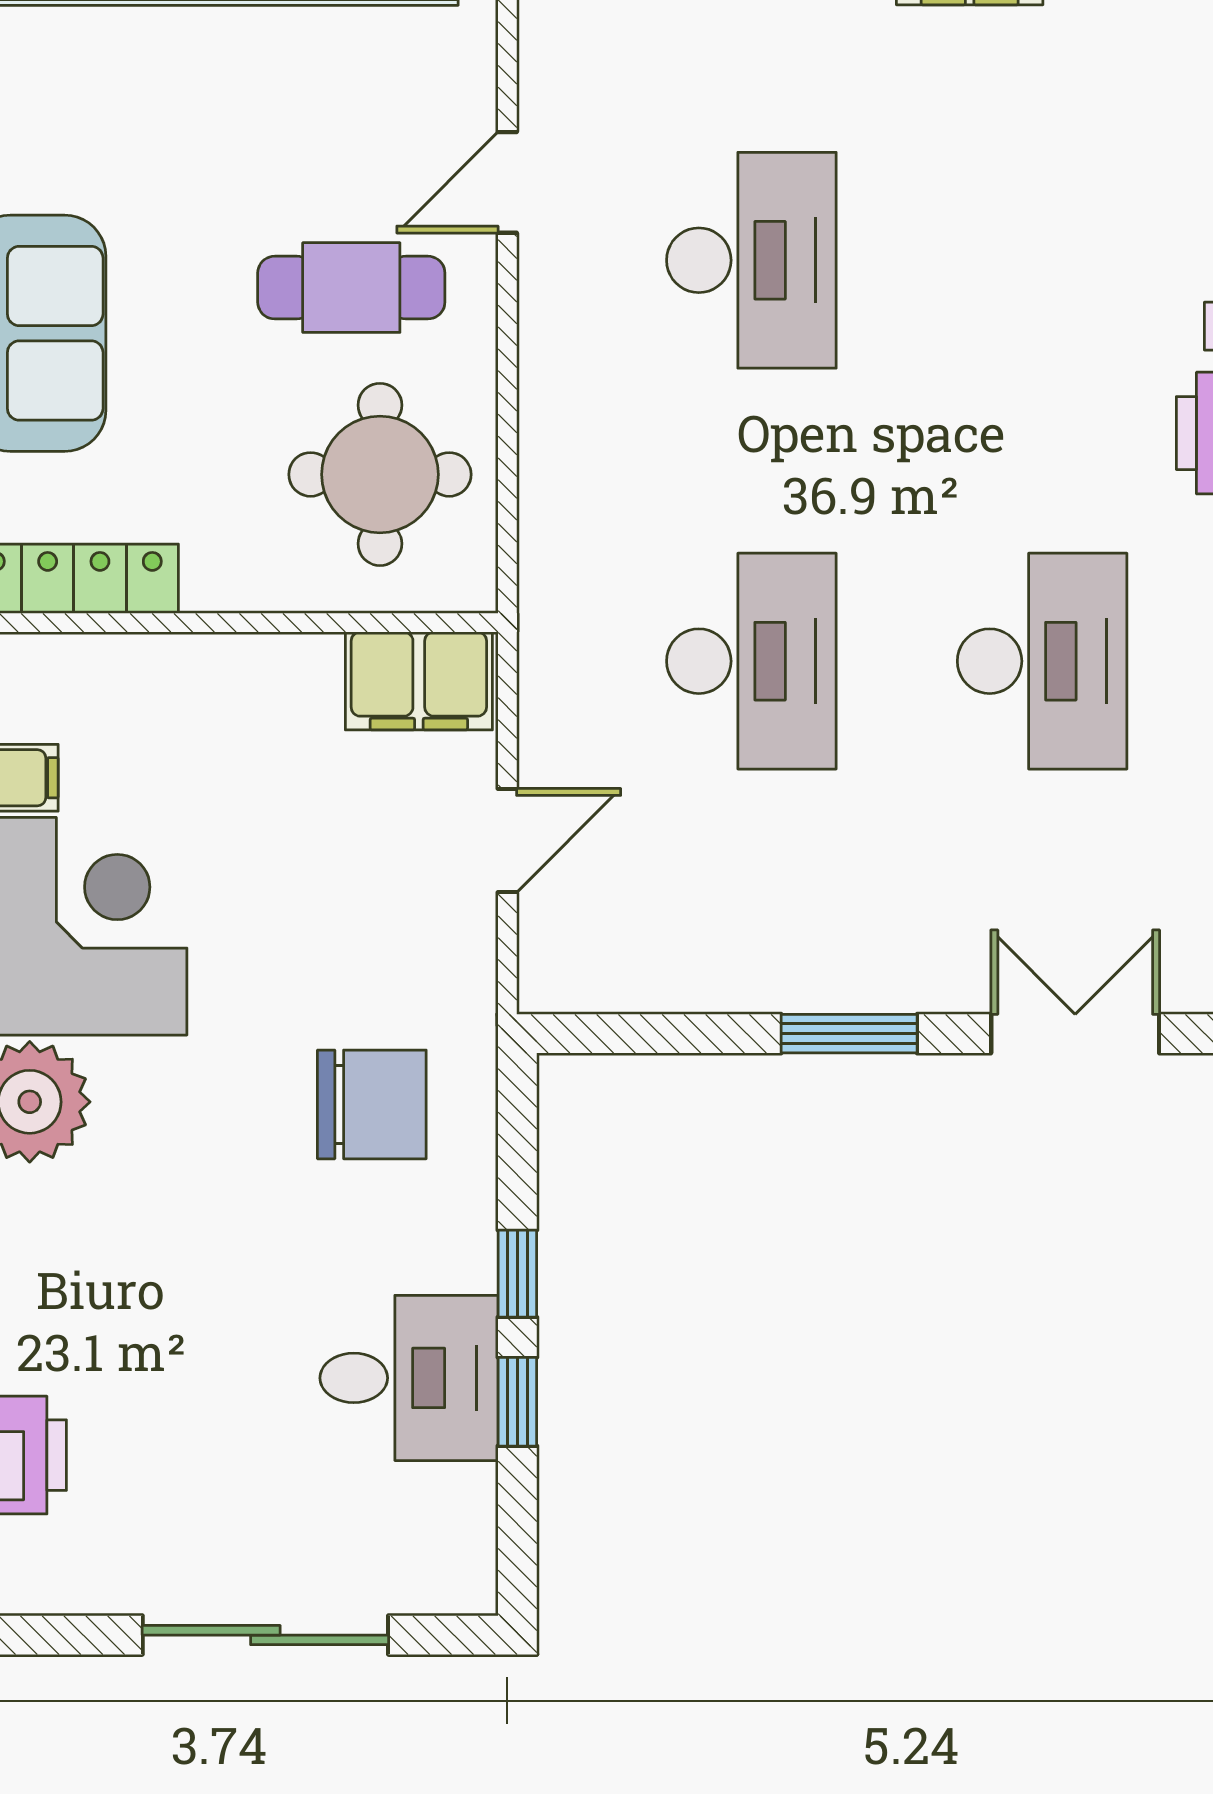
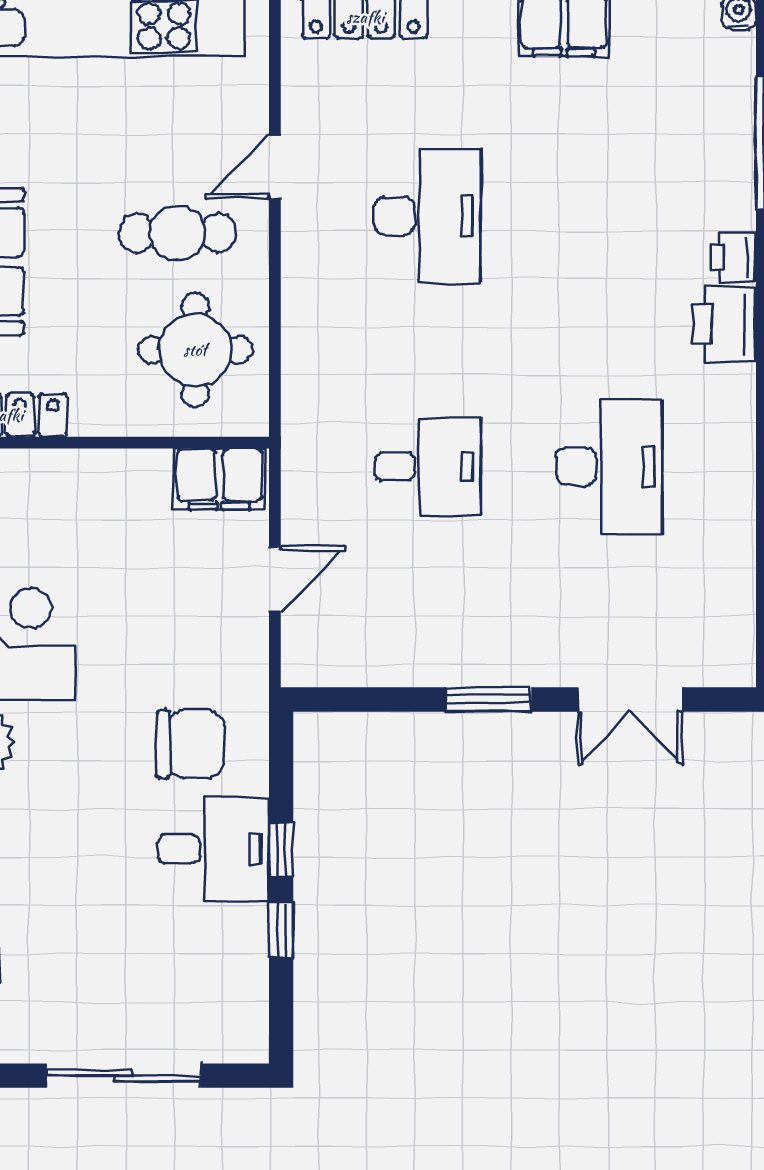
desk: (751, 661) -> (427, 467), width x0.73
double door: (1075, 1034) -> (630, 700), swing flipped
desk: (409, 1378) -> (213, 849), moved

